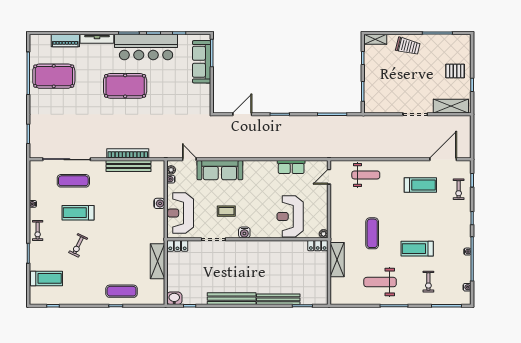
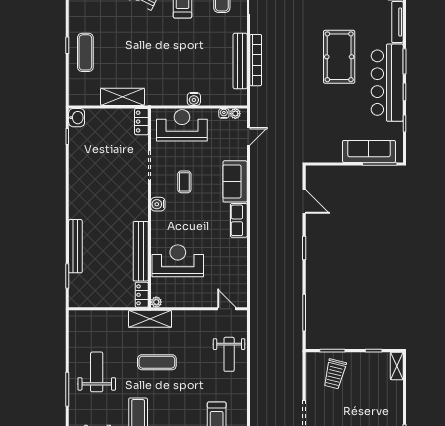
trolley: (408, 46) -> (335, 374), moved
row of seats: (291, 167) -> (239, 220), moved
sofa: (220, 170) -> (235, 181), width x0.73
shelving: (337, 260) -> (150, 319), moved
bench: (232, 299) -> (141, 251), moved

